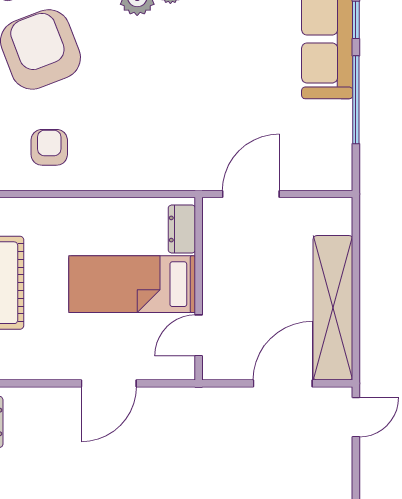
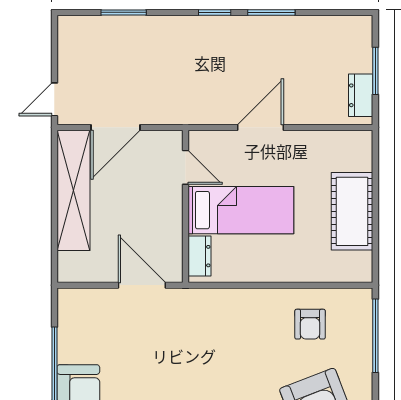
door: (251, 194) -> (142, 285), swing flipped
door: (199, 335) -> (185, 167), hinge flipped

